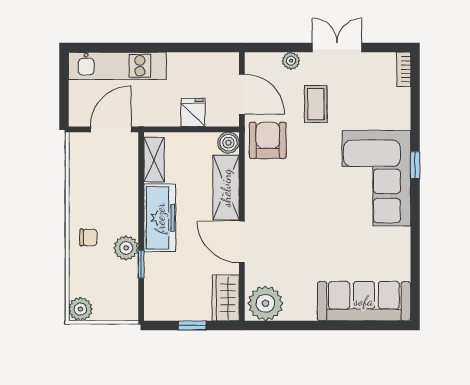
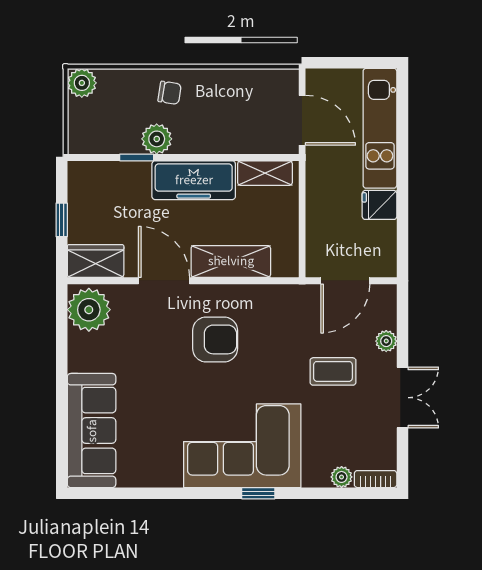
plant: (402, 97) -> (342, 477), added
fridge: (193, 112) -> (380, 205), moved, turned 180
armchair: (268, 140) -> (215, 339), moved
boiler: (228, 143) -> (286, 264), removed
chair: (88, 237) -> (170, 93), turned -81
door: (242, 242) -> (164, 281), hinge flipped

